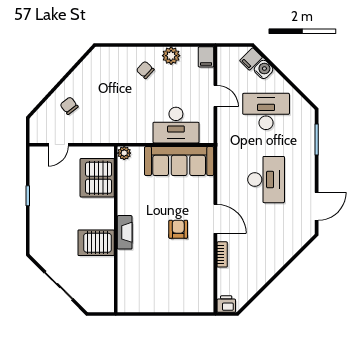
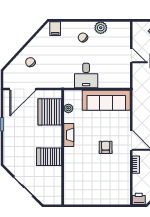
filing cabinet: (206, 57) -> (55, 29), moved
desk: (176, 125) -> (86, 76), moved, width x0.73
door: (58, 145) -> (23, 89), width x1.88
plant: (124, 153) -> (68, 108), moved
fireplace: (125, 232) -> (69, 135), moved

